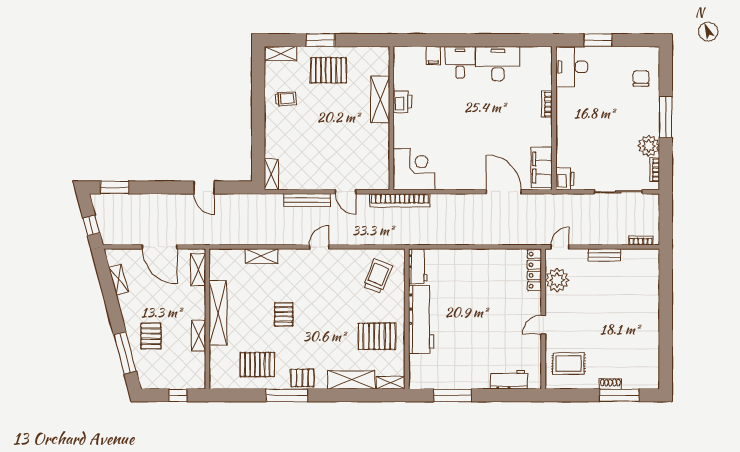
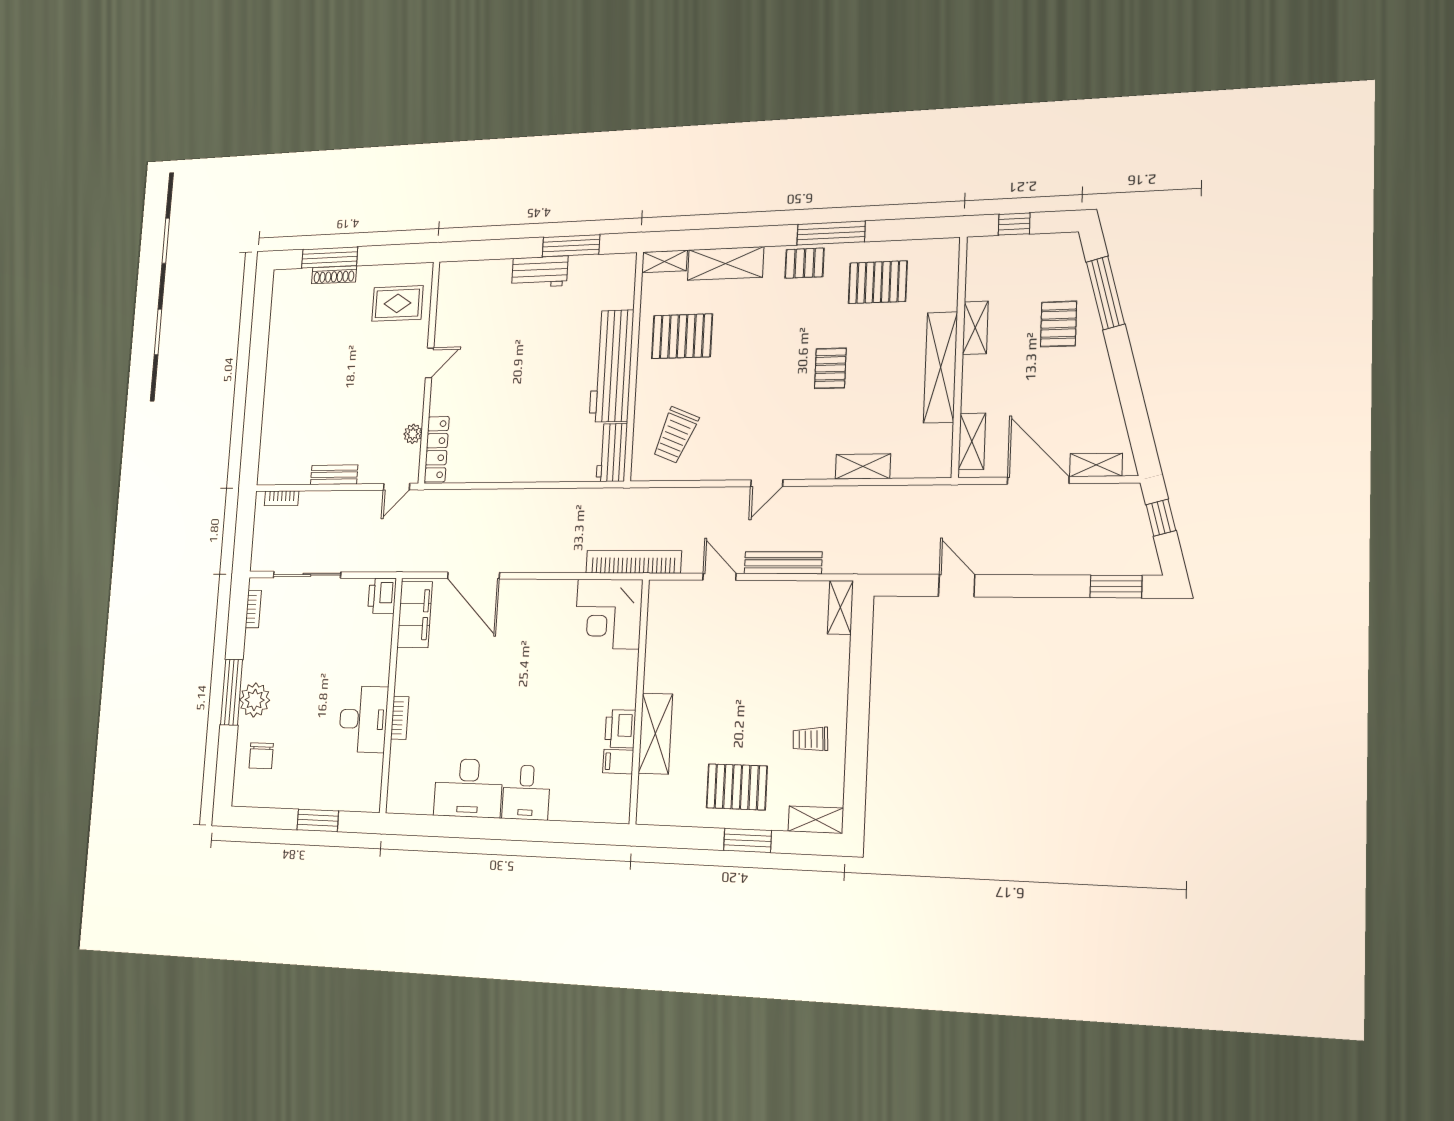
filing cabinet: (433, 56) -> (618, 762), moved, turned -90
desk: (572, 67) -> (363, 719), moved
plant: (649, 146) -> (255, 700), moved
shelving: (119, 280) -> (1096, 465), moved, turned -75
plant: (557, 280) -> (413, 434), width x0.53, depth x0.53
workbench: (509, 380) -> (540, 272), moved
shoe rack: (610, 384) -> (334, 275), width x1.43

